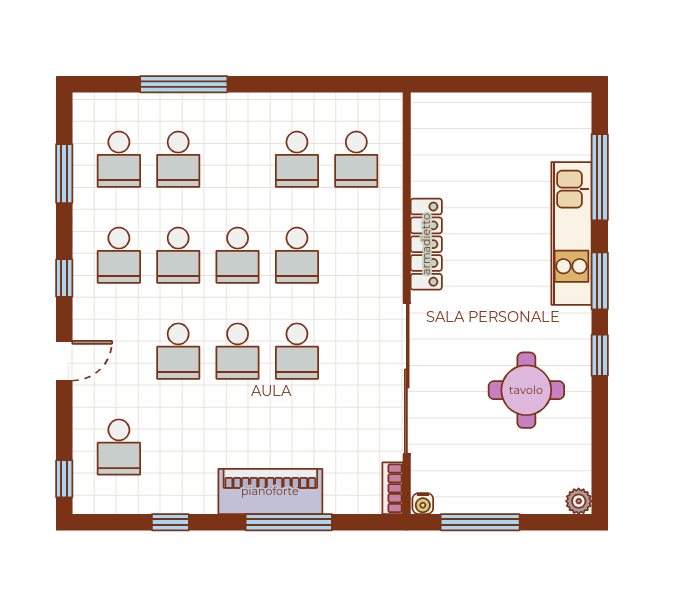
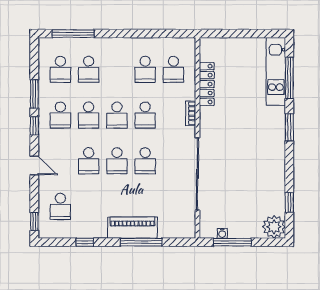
window: (184, 84) -> (73, 34), moved
window: (64, 174) -> (34, 94), moved
kitchen unit: (571, 233) -> (276, 71), moved
locker: (426, 244) -> (207, 84), moved
window: (600, 355) -> (289, 203), moved
door: (64, 361) -> (34, 165), hinge flipped
round table: (526, 390) -> (254, 179), removed
bookcase: (393, 488) -> (191, 113), moved
plant: (579, 501) -> (274, 227), width x1.87, depth x1.87
water cooler: (423, 504) -> (222, 233), moved

